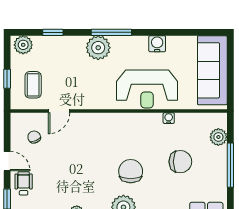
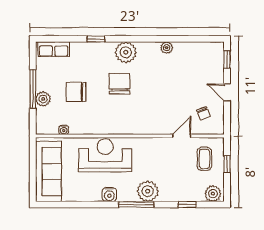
water cooler: (157, 44) -> (109, 195), moved
water cooler: (169, 118) -> (64, 130), moved
plant: (218, 137) -> (43, 99), moved
chair: (131, 171) -> (119, 84), turned 180
wheelchair: (24, 183) -> (213, 73), removed

